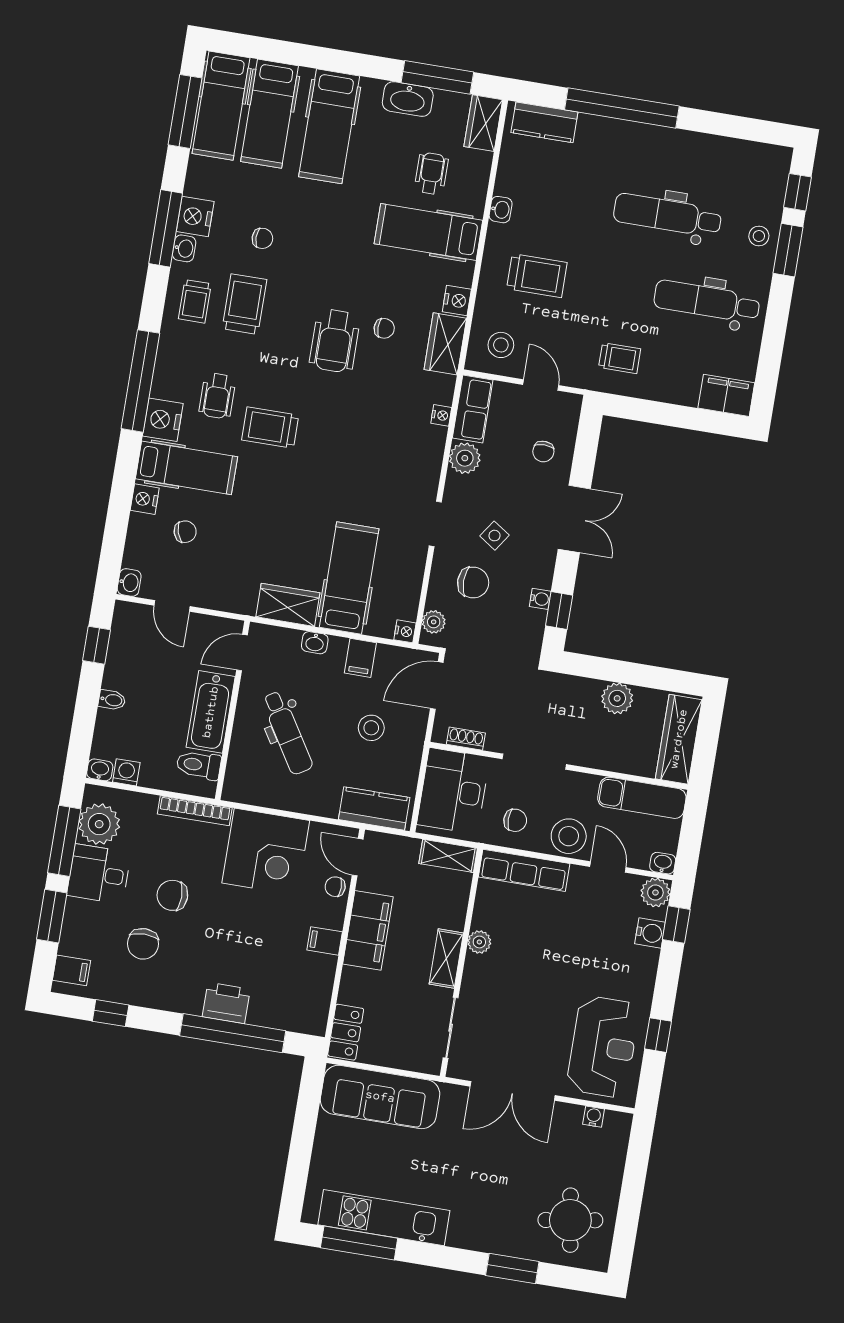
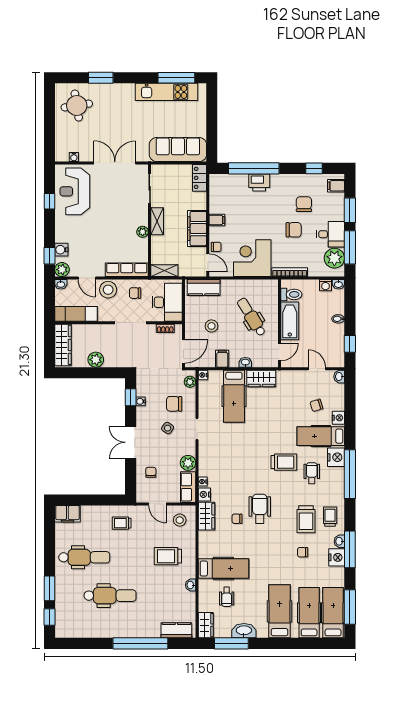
stool: (759, 236) -> (64, 593), removed
nightstand: (457, 301) -> (204, 494), moved

